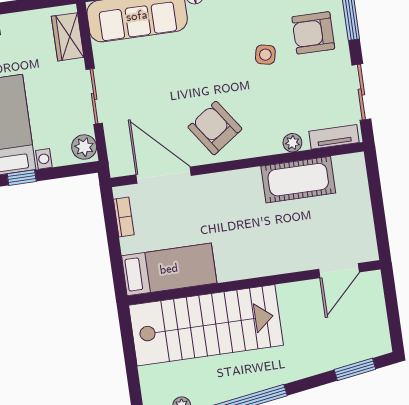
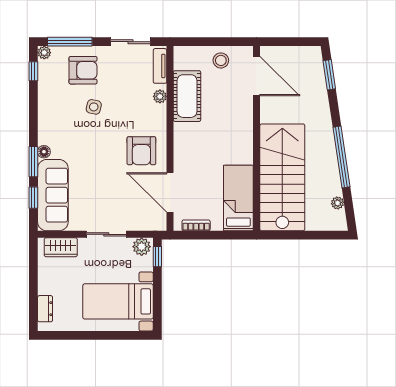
armchair: (313, 33) -> (83, 70), turned -90
armchair: (215, 128) -> (141, 151), turned -55
door: (164, 175) -> (170, 192), hinge flipped
window: (22, 178) -> (157, 257), moved
stool: (353, 219) -> (221, 60), added
door: (339, 271) -> (257, 76), width x1.36

